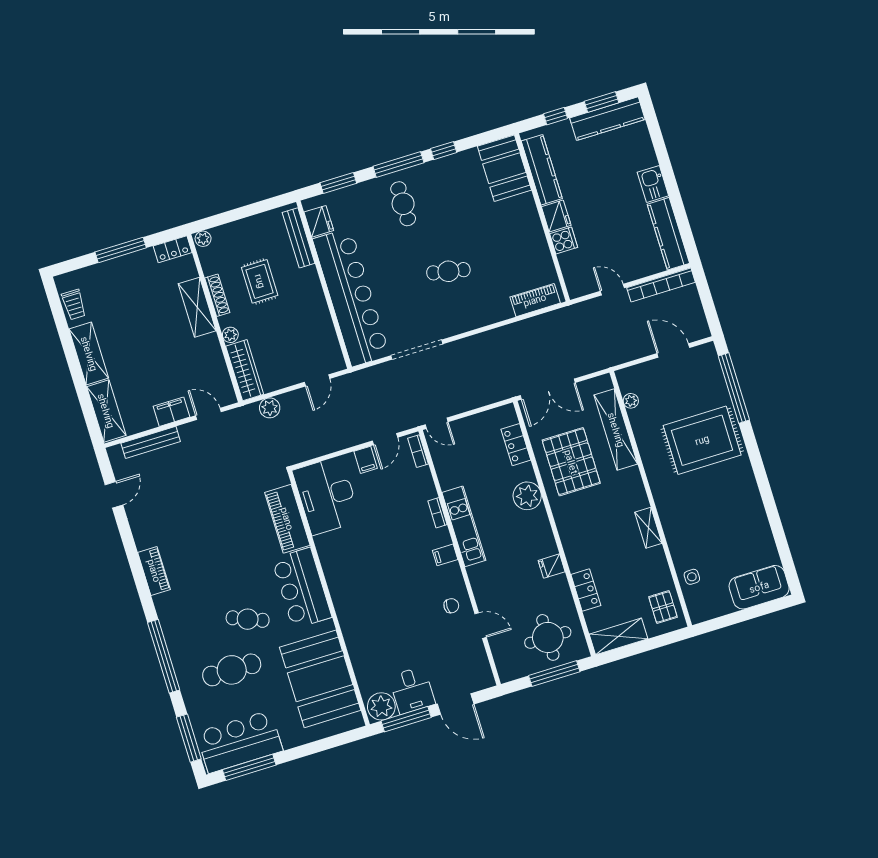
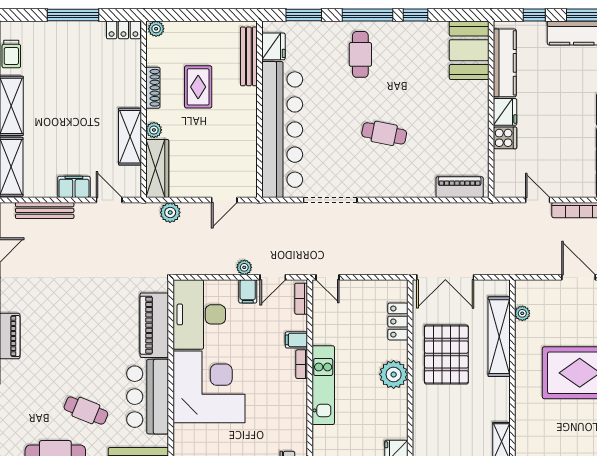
shelving: (197, 307) -> (130, 137), moved
plant: (355, 438) -> (244, 267), added
filing cabinet: (445, 555) -> (296, 340), moved
corner desk: (357, 561) -> (209, 387), added

